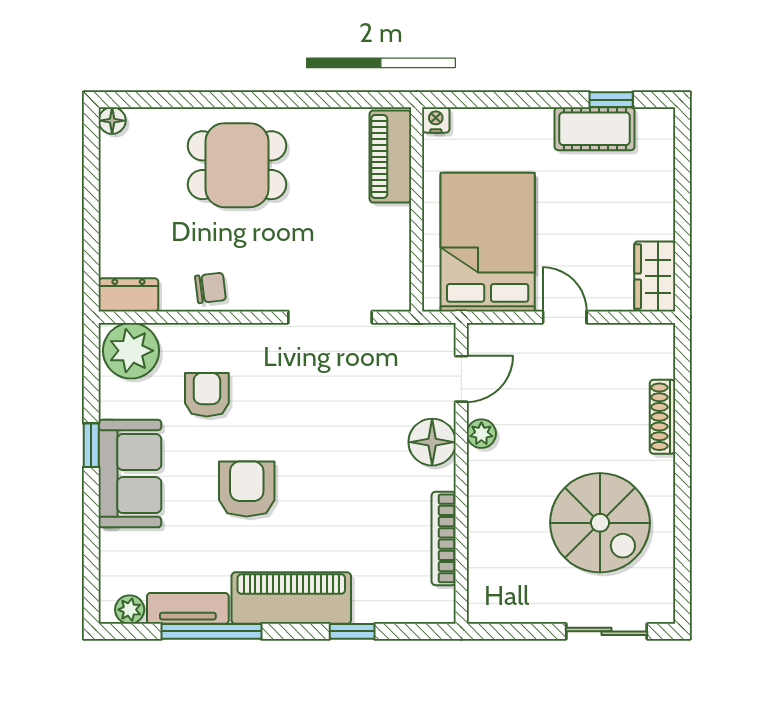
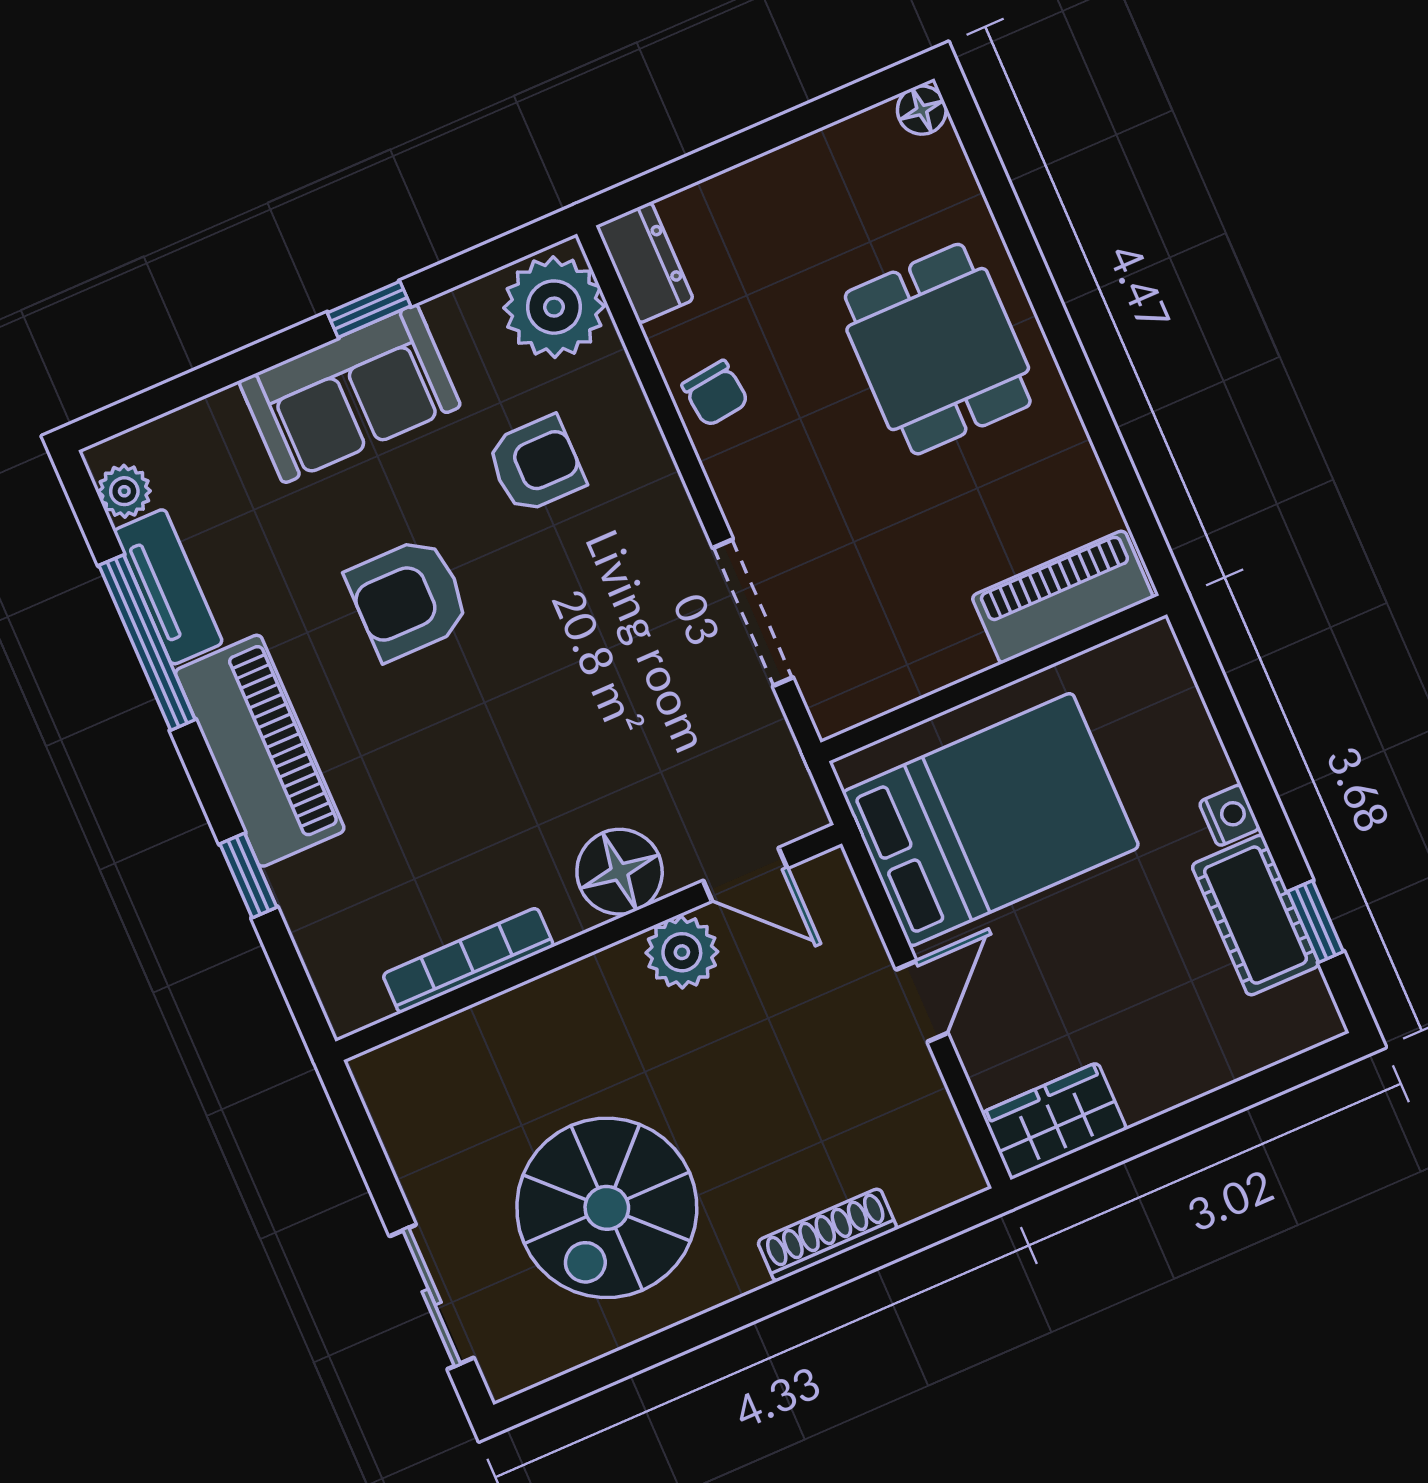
nightstand: (436, 120) -> (1229, 815), moved
plant: (481, 434) -> (682, 952), width x1.38, depth x1.38
armchair: (247, 489) -> (408, 598), turned 180

